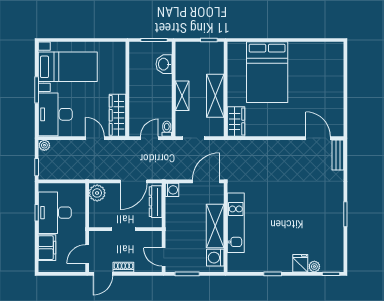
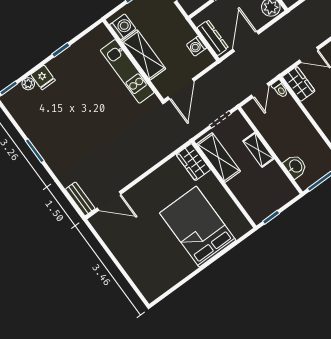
shelving: (215, 96) -> (219, 158), moved
wardrobe: (118, 115) -> (299, 84), width x0.67
toilet: (167, 129) -> (280, 89), moved
washing machine: (172, 190) -> (196, 46), moved

